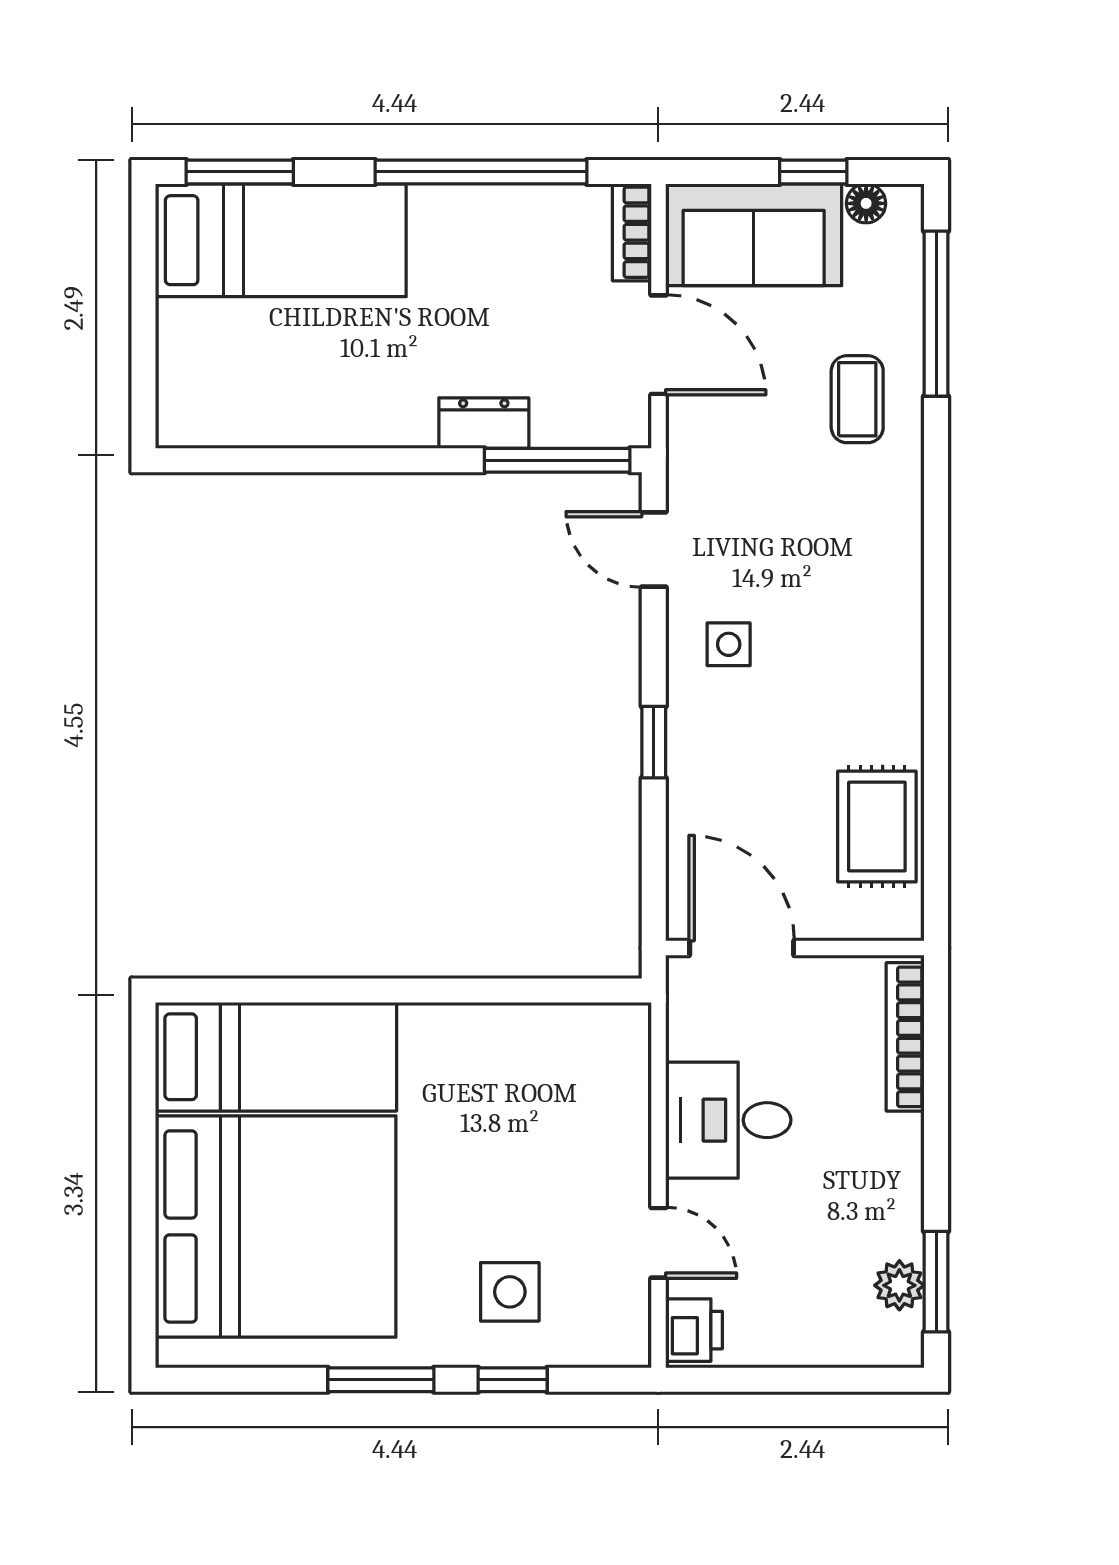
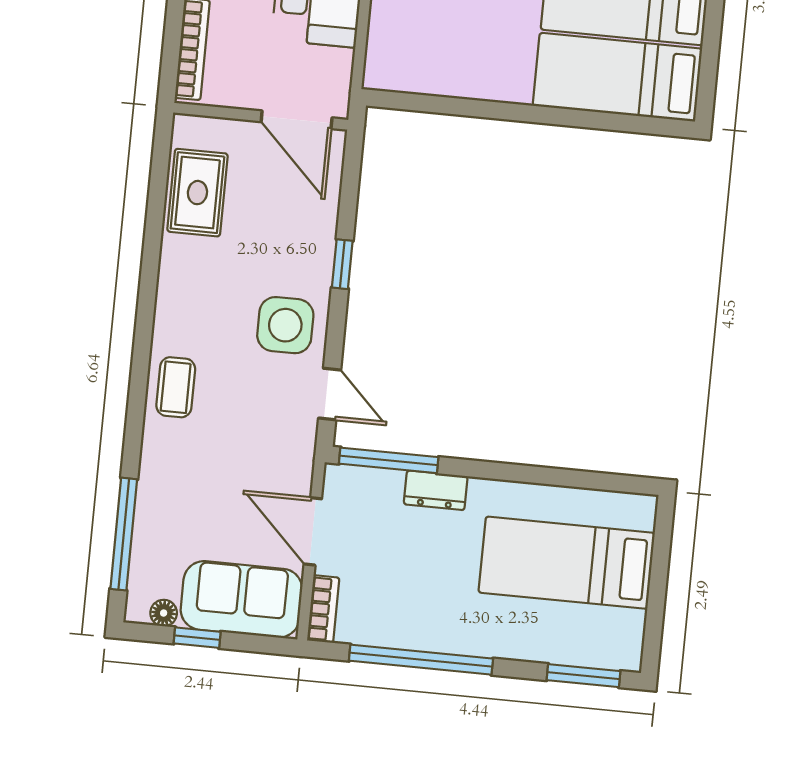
bed: (281, 240) -> (567, 563), moved
coffee table: (857, 399) -> (176, 387), moved
side table: (729, 644) -> (285, 325), width x1.87, depth x1.87

